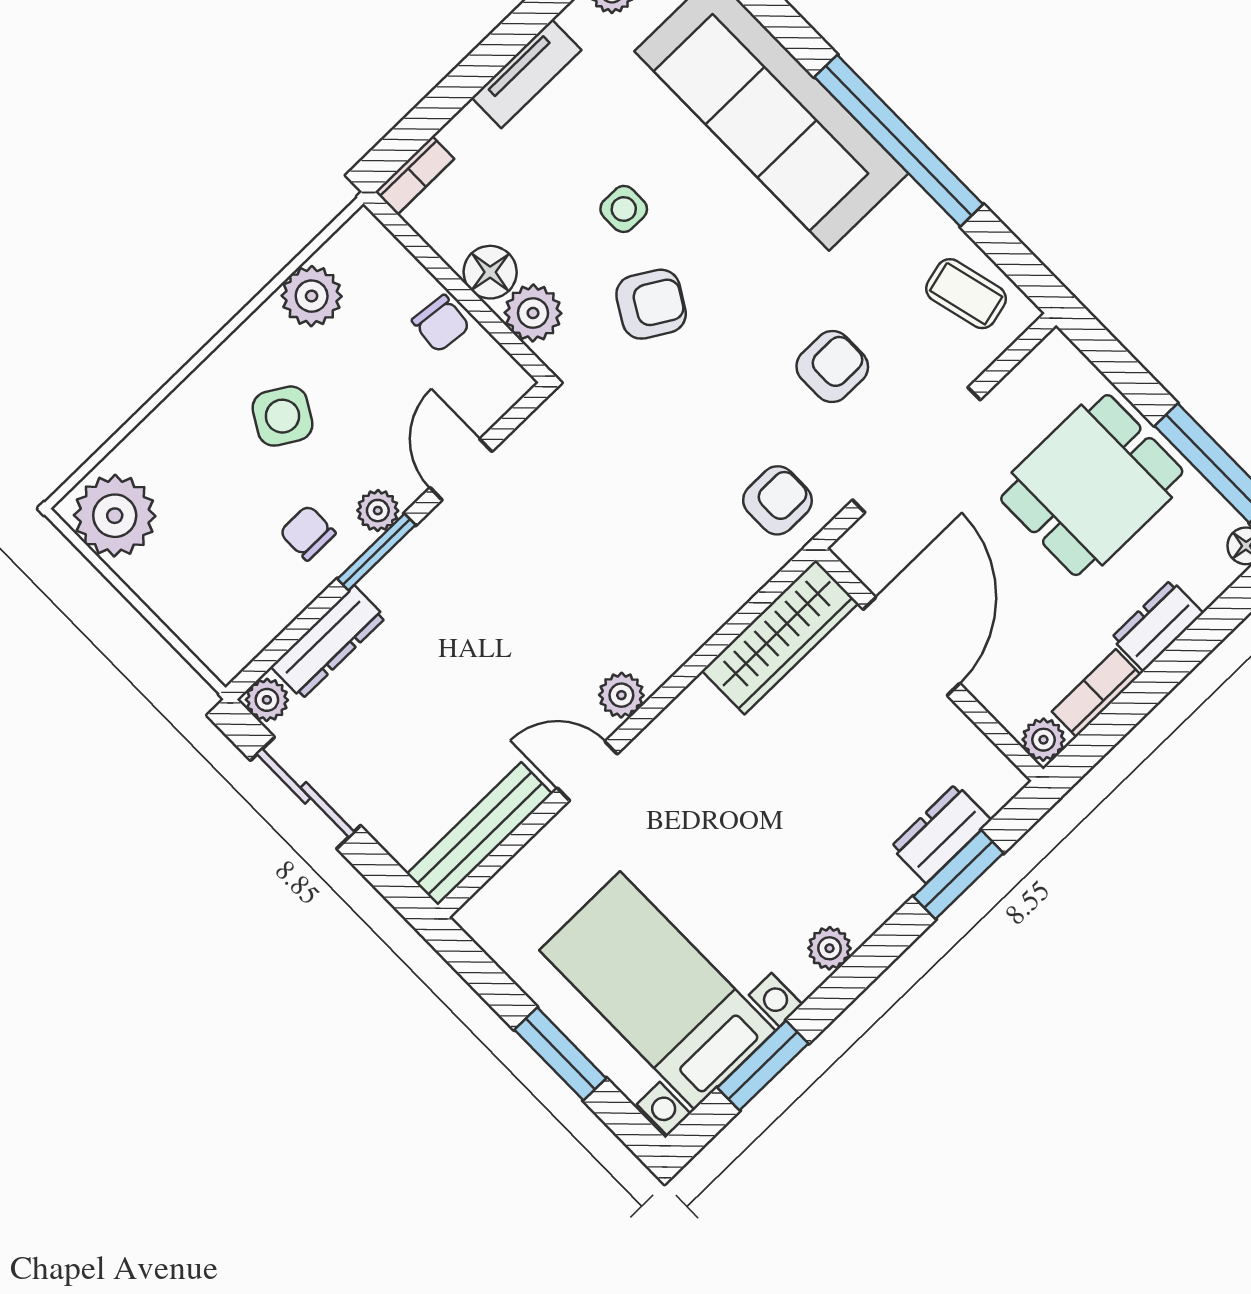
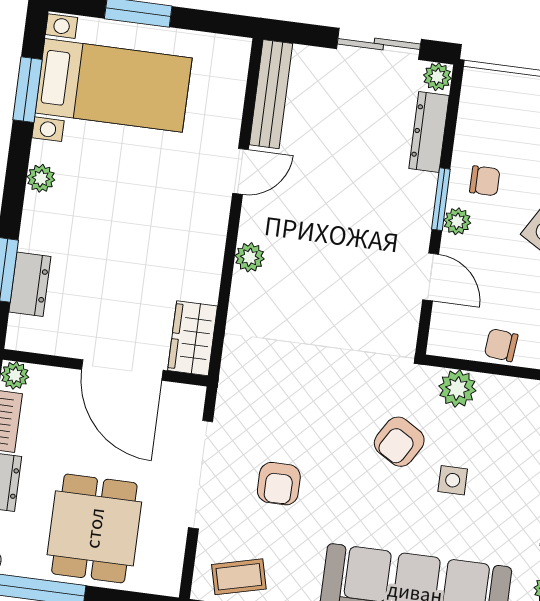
floor lamp: (490, 272) -> (497, 392), removed
armchair: (777, 500) -> (252, 391), removed
wardrobe: (780, 637) -> (192, 338), width x0.67
plant: (621, 695) -> (250, 257), moved

